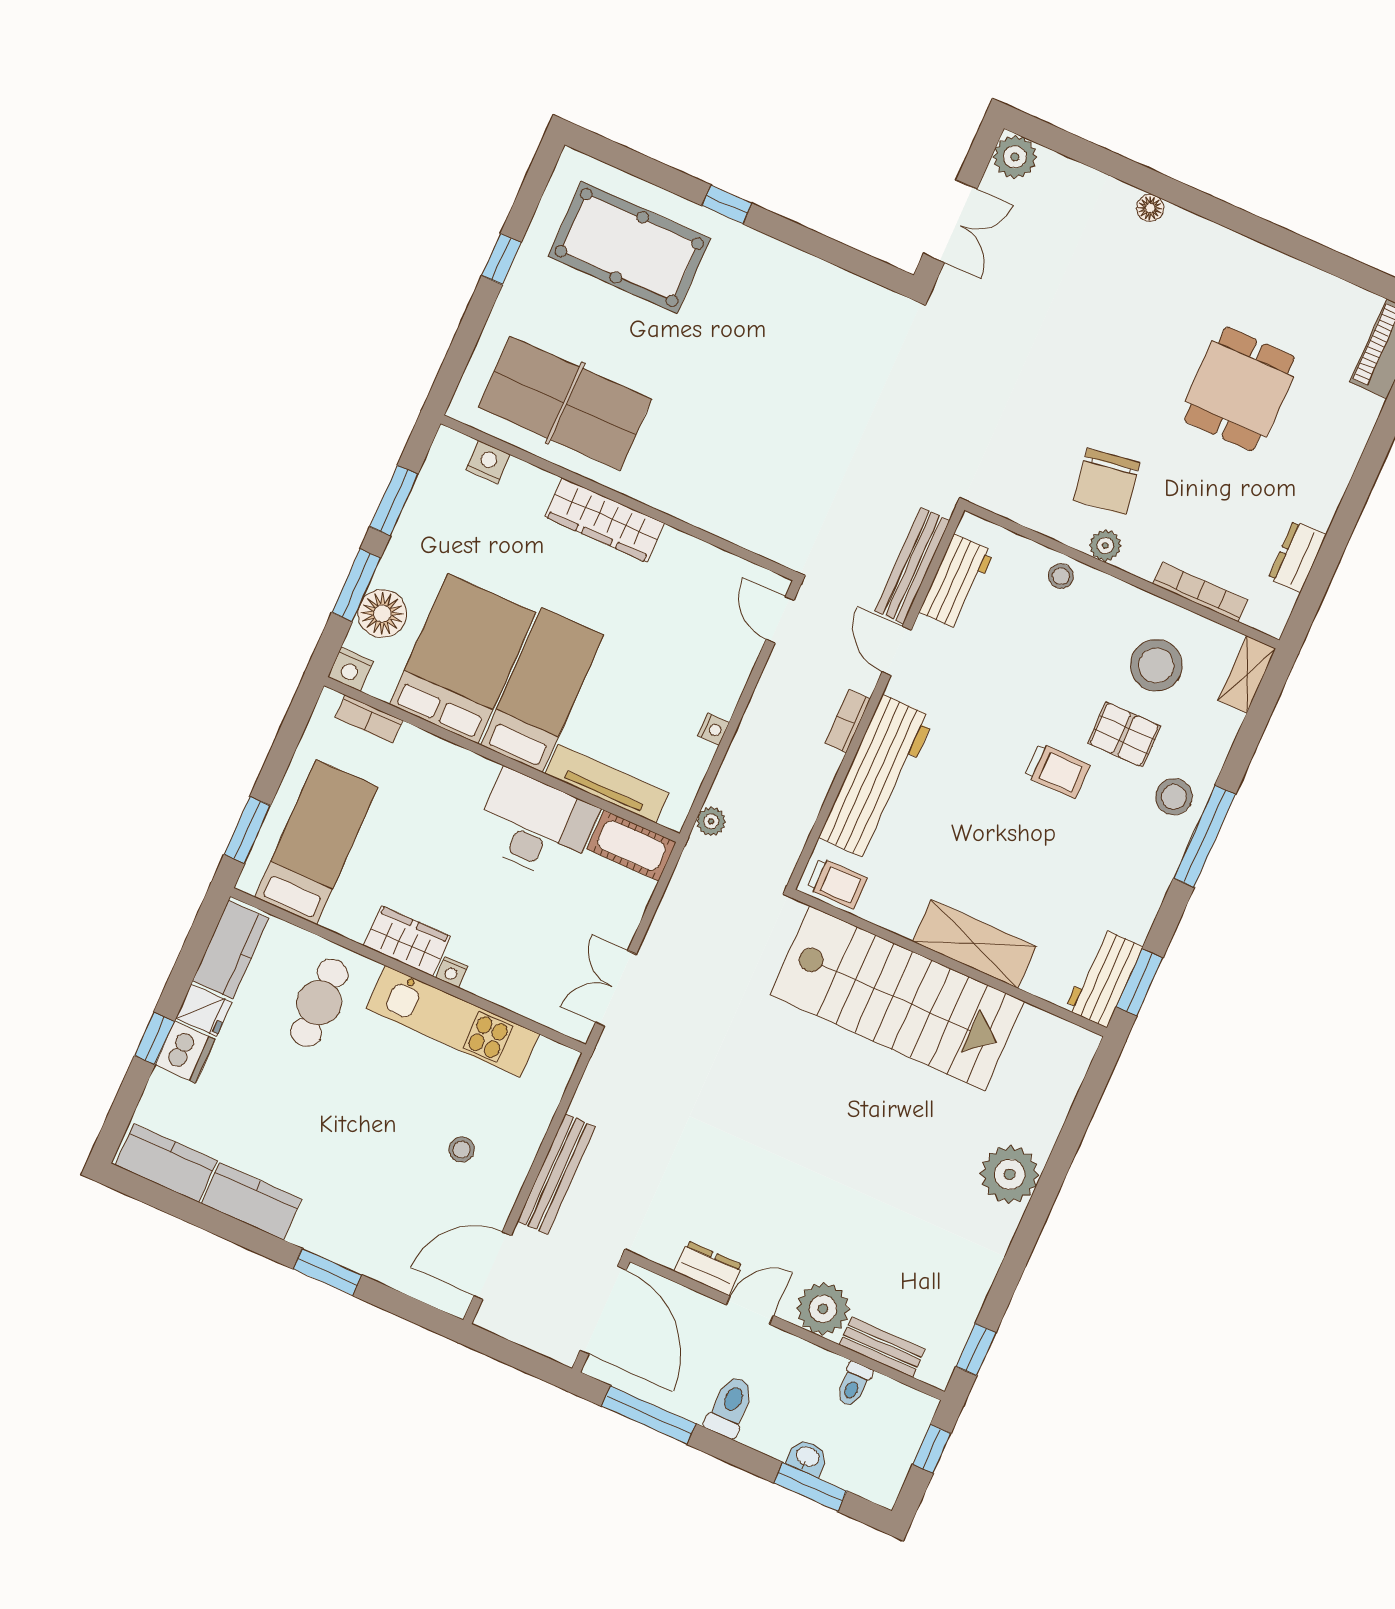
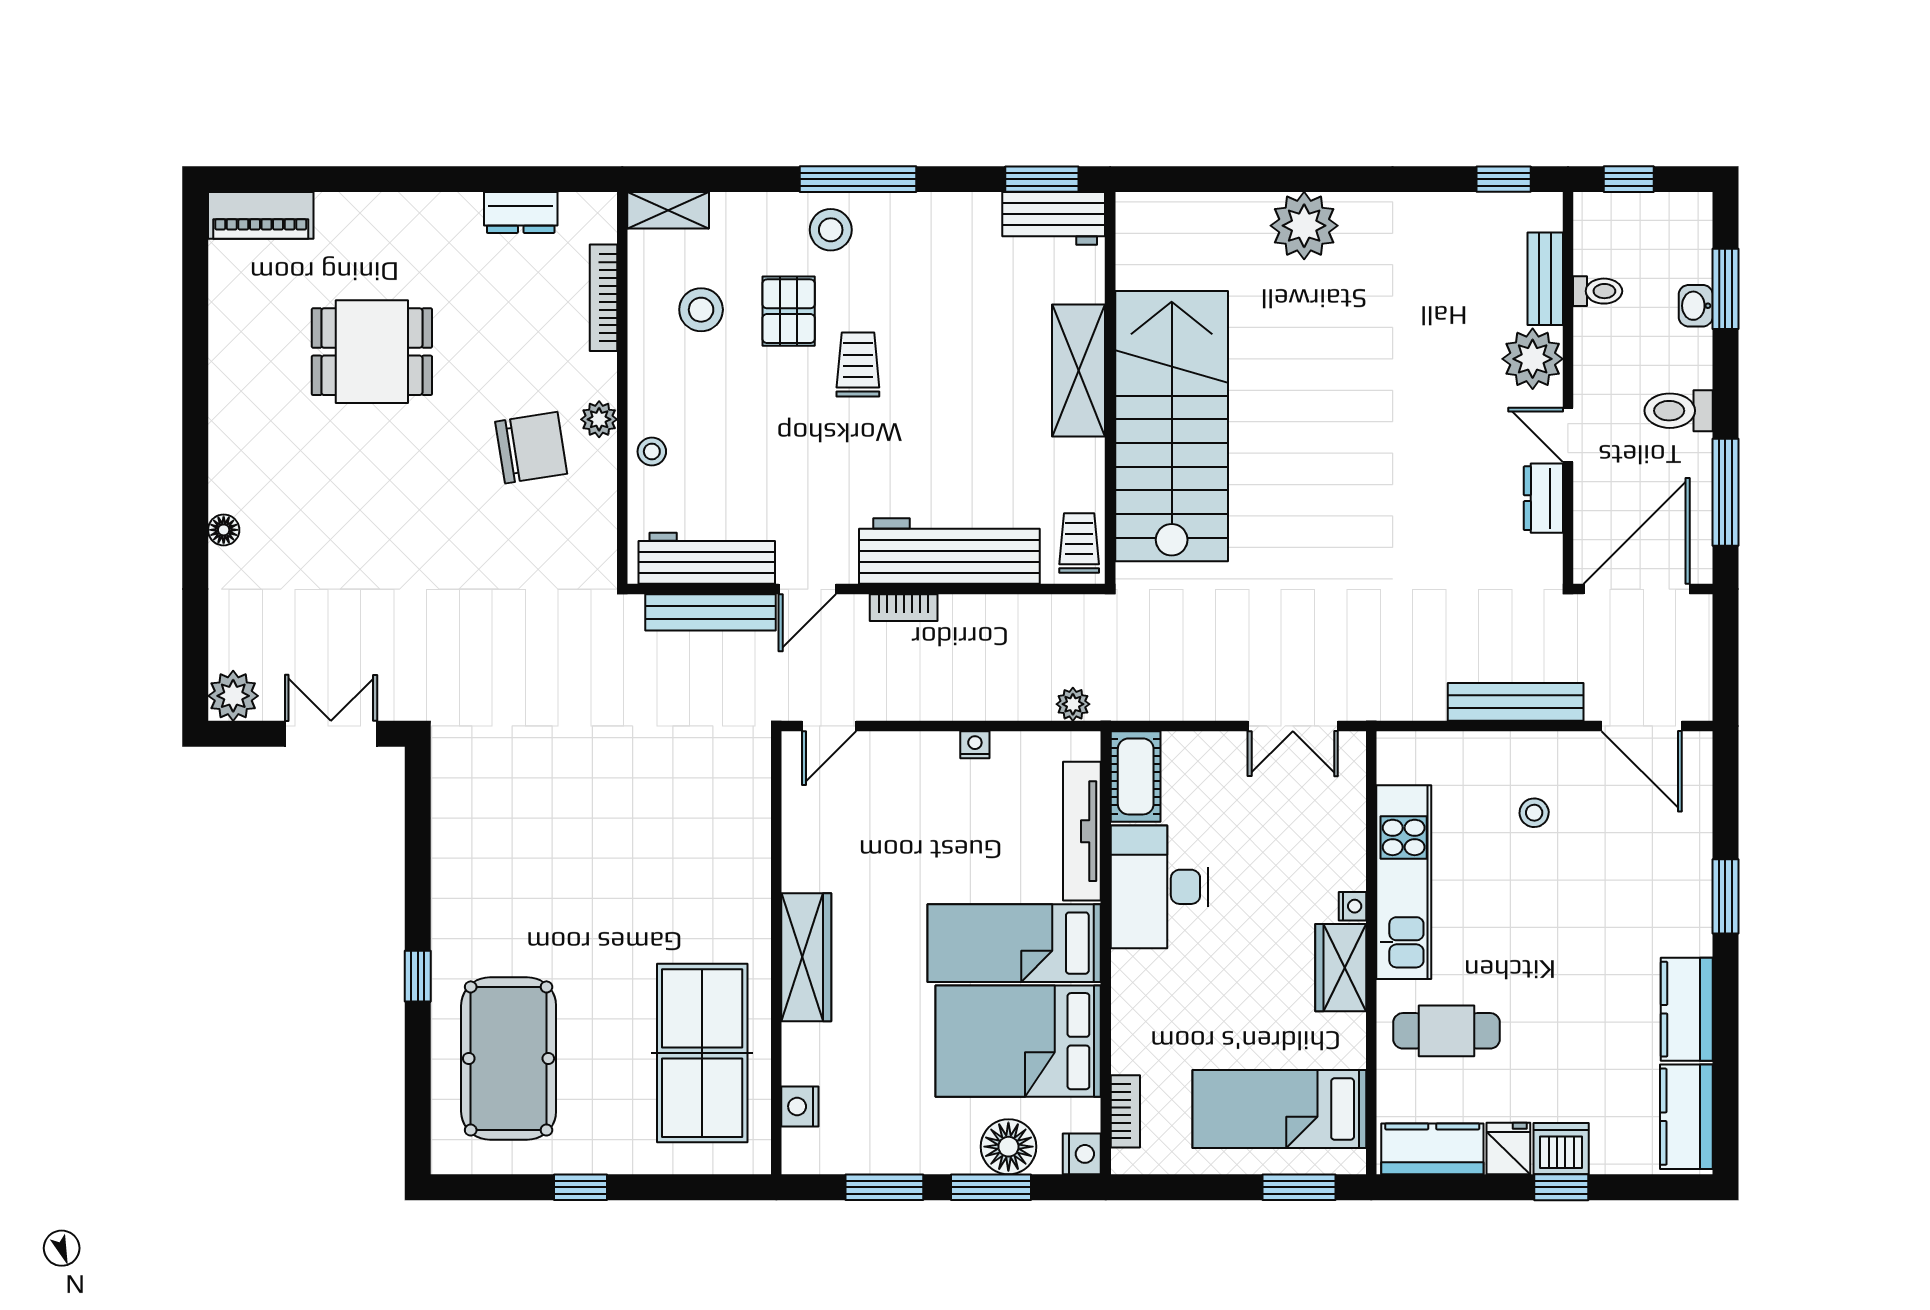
workbench: (957, 582) -> (707, 558), width x1.38
stool: (1156, 665) -> (701, 310), width x0.73, depth x0.73

